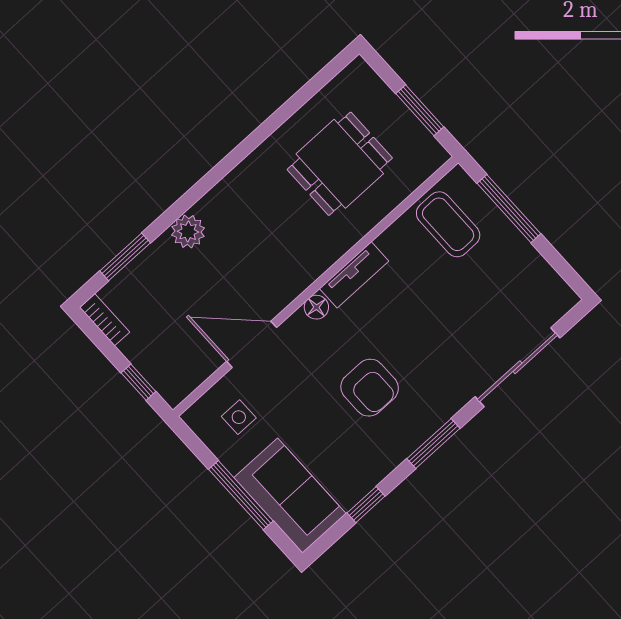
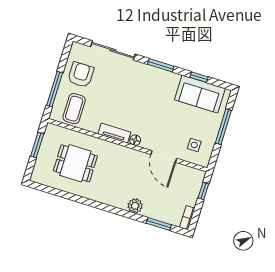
armchair: (370, 388) -> (81, 75), moved
sofa: (290, 496) -> (200, 94), moved, turned -90

